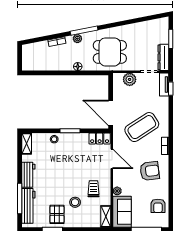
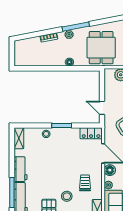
dining table: (110, 52) -> (101, 48), turned 90
door: (111, 113) -> (102, 108), width x0.53
floor lamp: (119, 176) -> (110, 170), added

